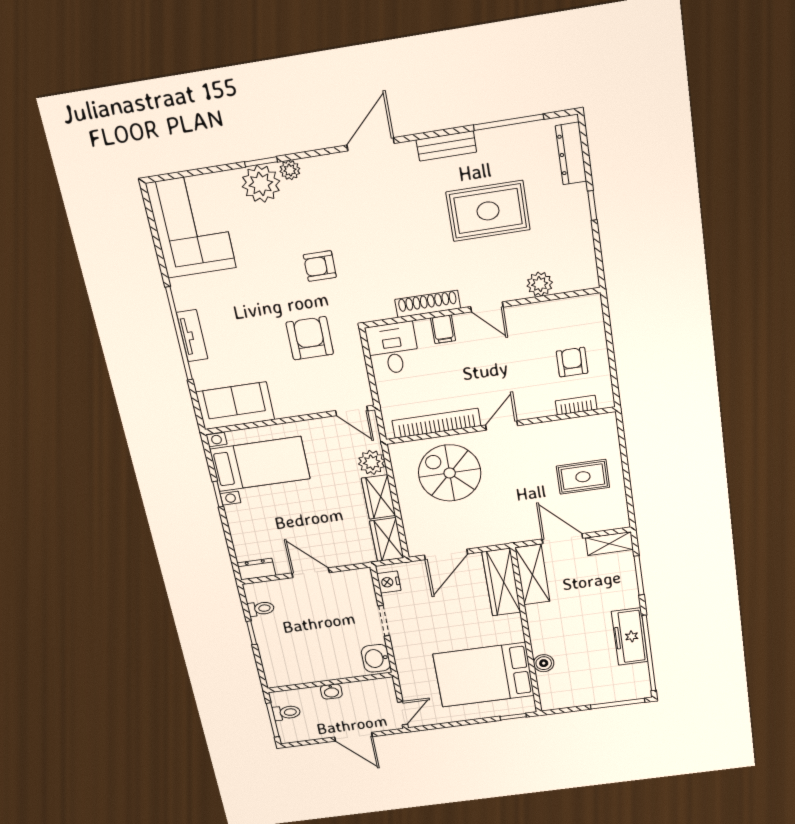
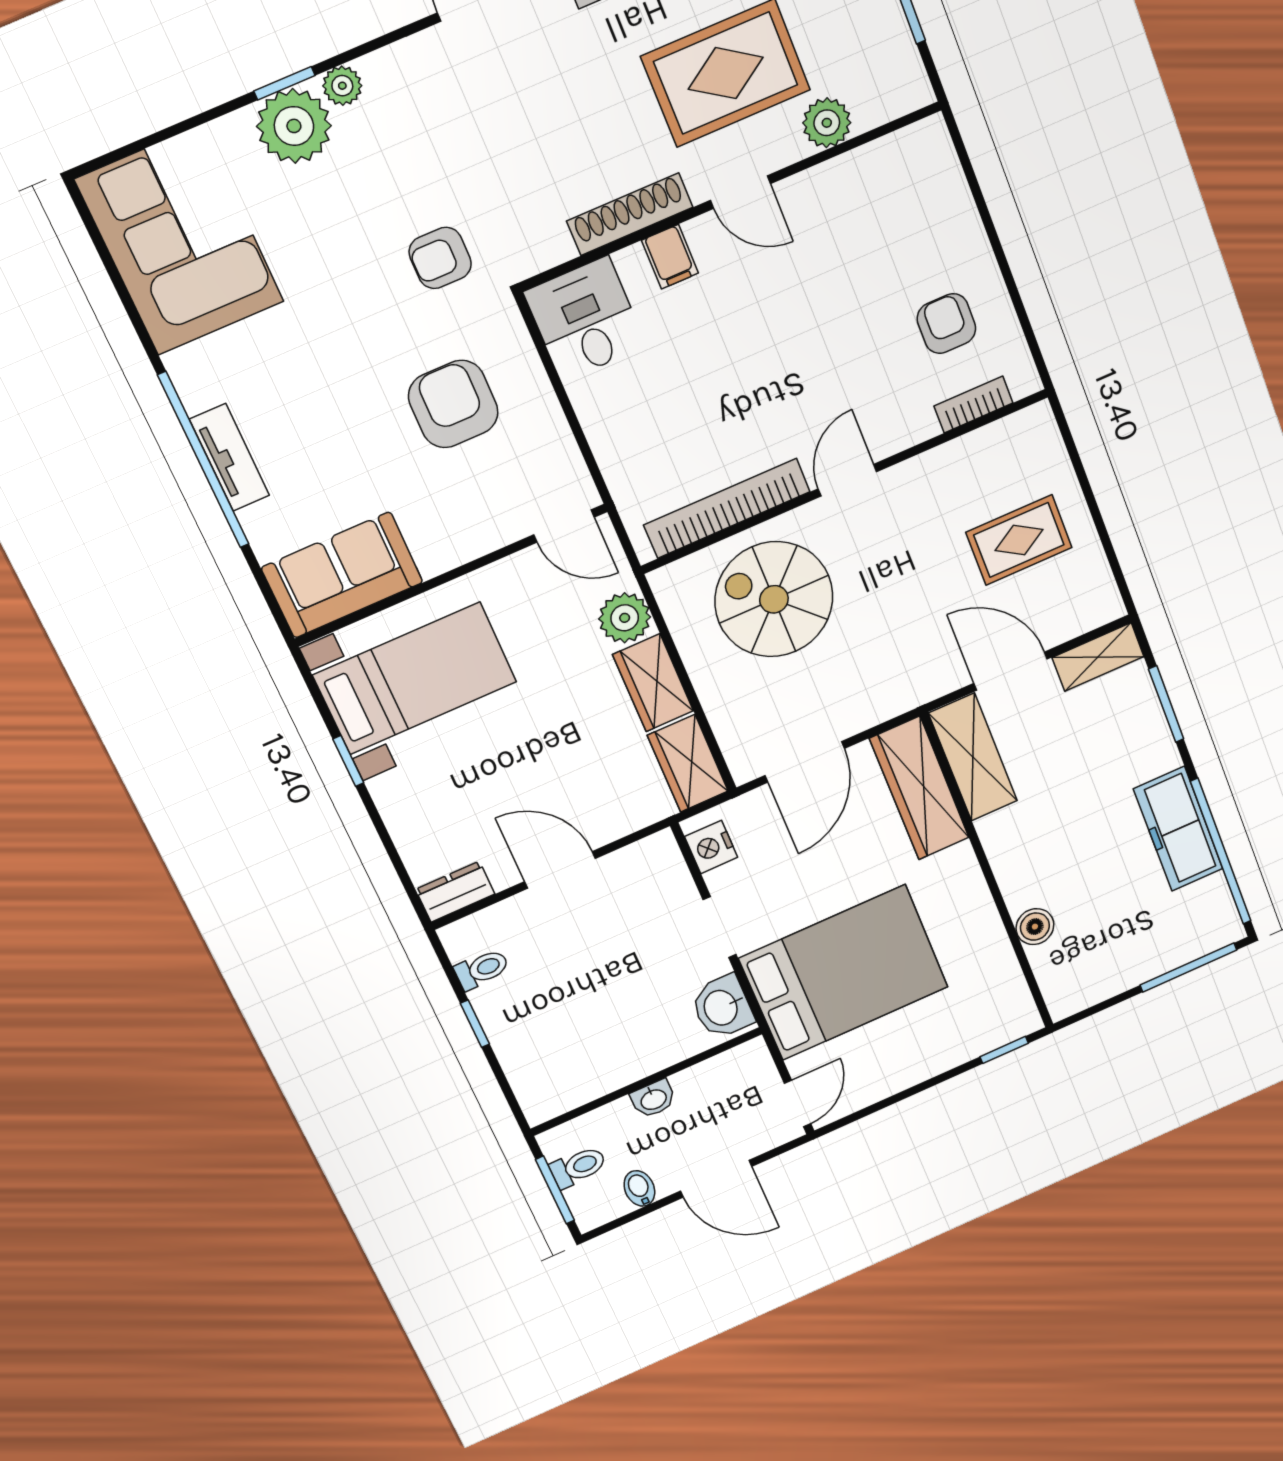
plant: (540, 284) -> (827, 123), moved
shoe rack: (428, 304) -> (630, 214), moved
door: (487, 307) -> (740, 192), moved
wall: (481, 308) -> (731, 196), moved
filing cabinet: (443, 329) -> (670, 257), moved
desk: (393, 348) -> (585, 319), moved
bed: (484, 675) -> (844, 973), moved, turned 180
bidet: (314, 731) -> (639, 1188), added

